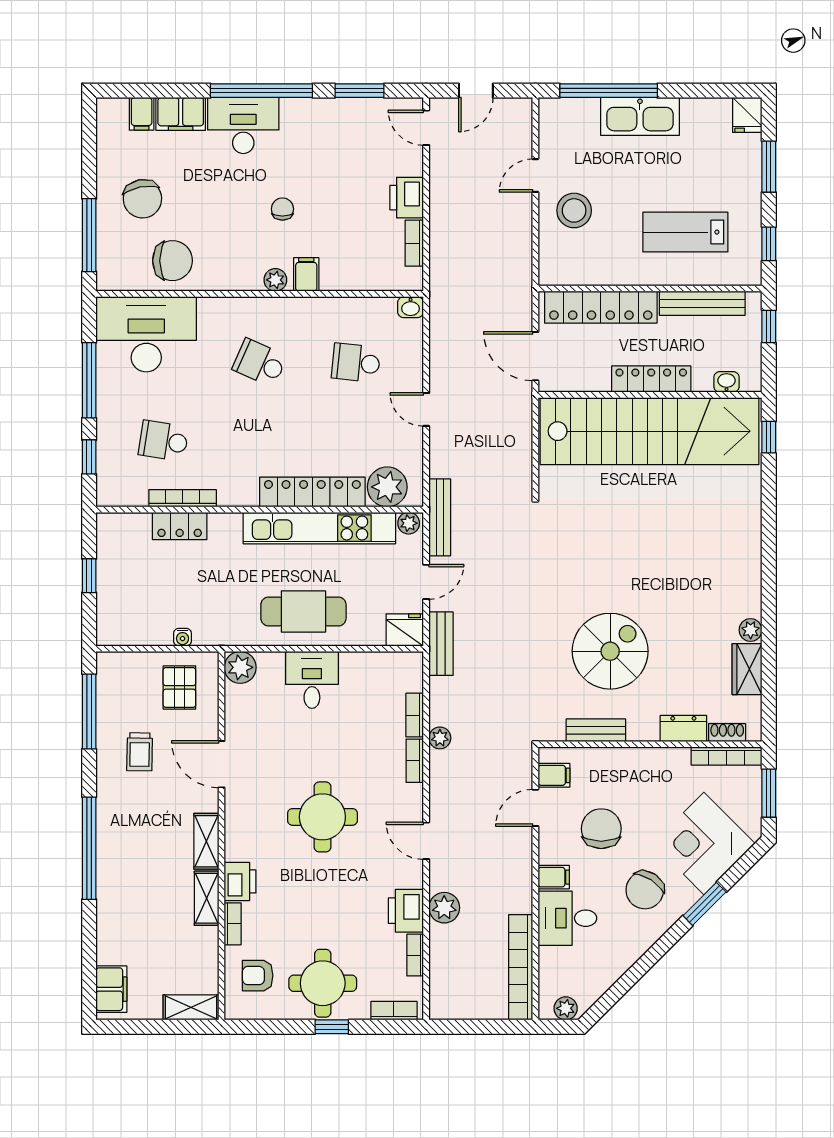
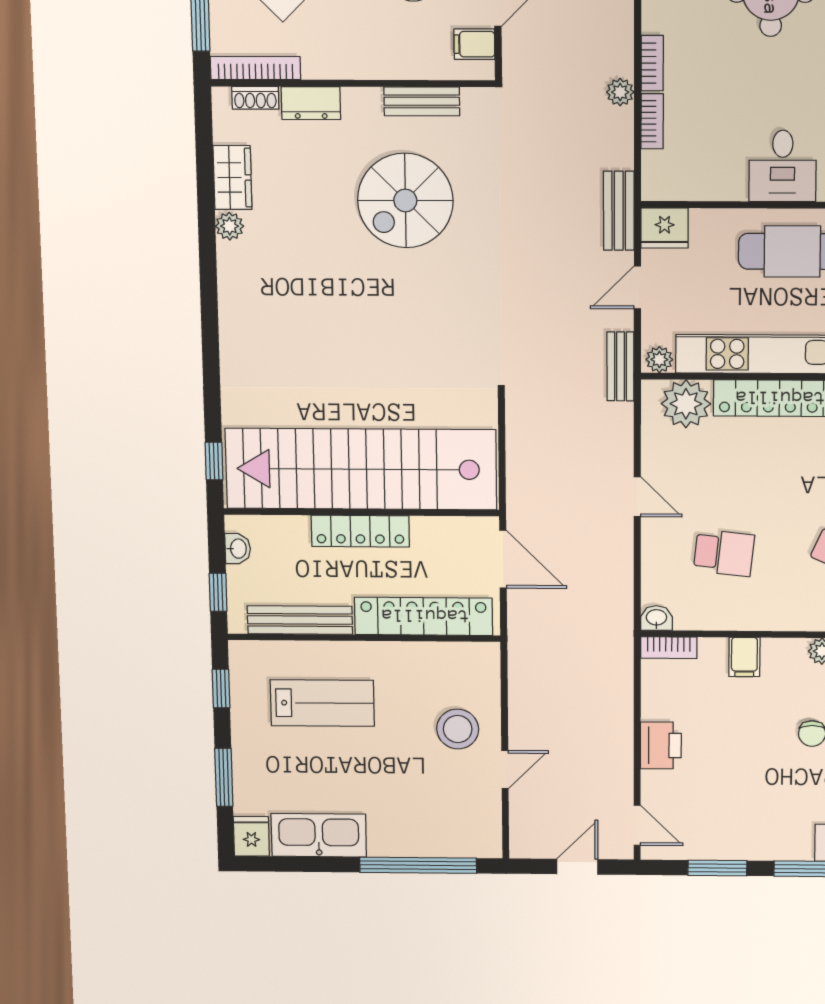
kitchen sink: (640, 116) -> (319, 835), moved
bookcase: (414, 243) -> (669, 648), moved, turned 90
filing cabinet: (306, 274) -> (744, 657), moved
washbasin: (727, 382) -> (238, 549), moved, turned -90
bench: (440, 517) -> (620, 366), width x0.73

